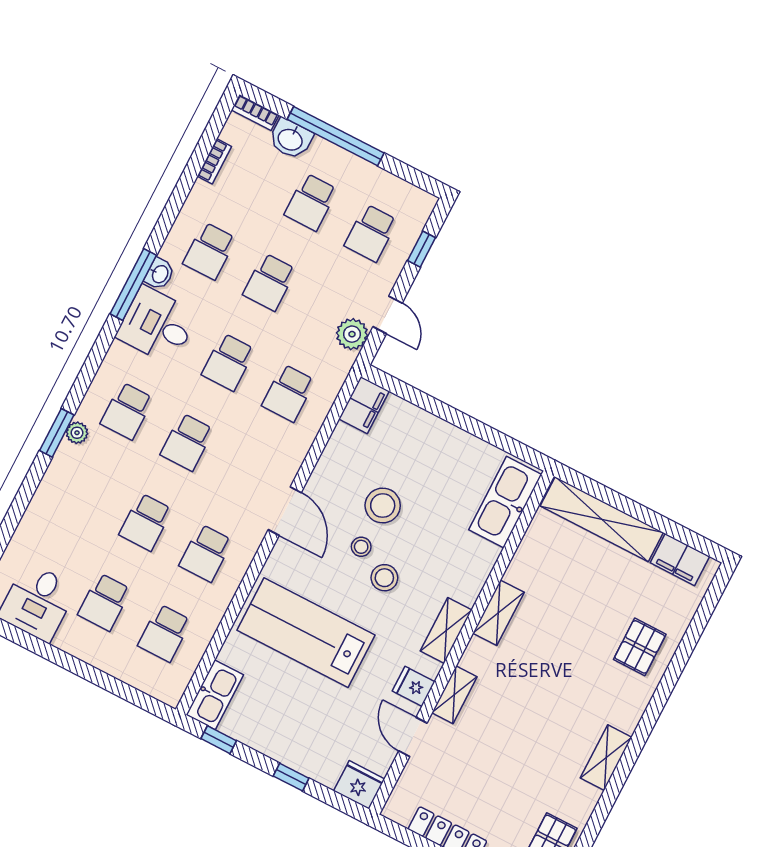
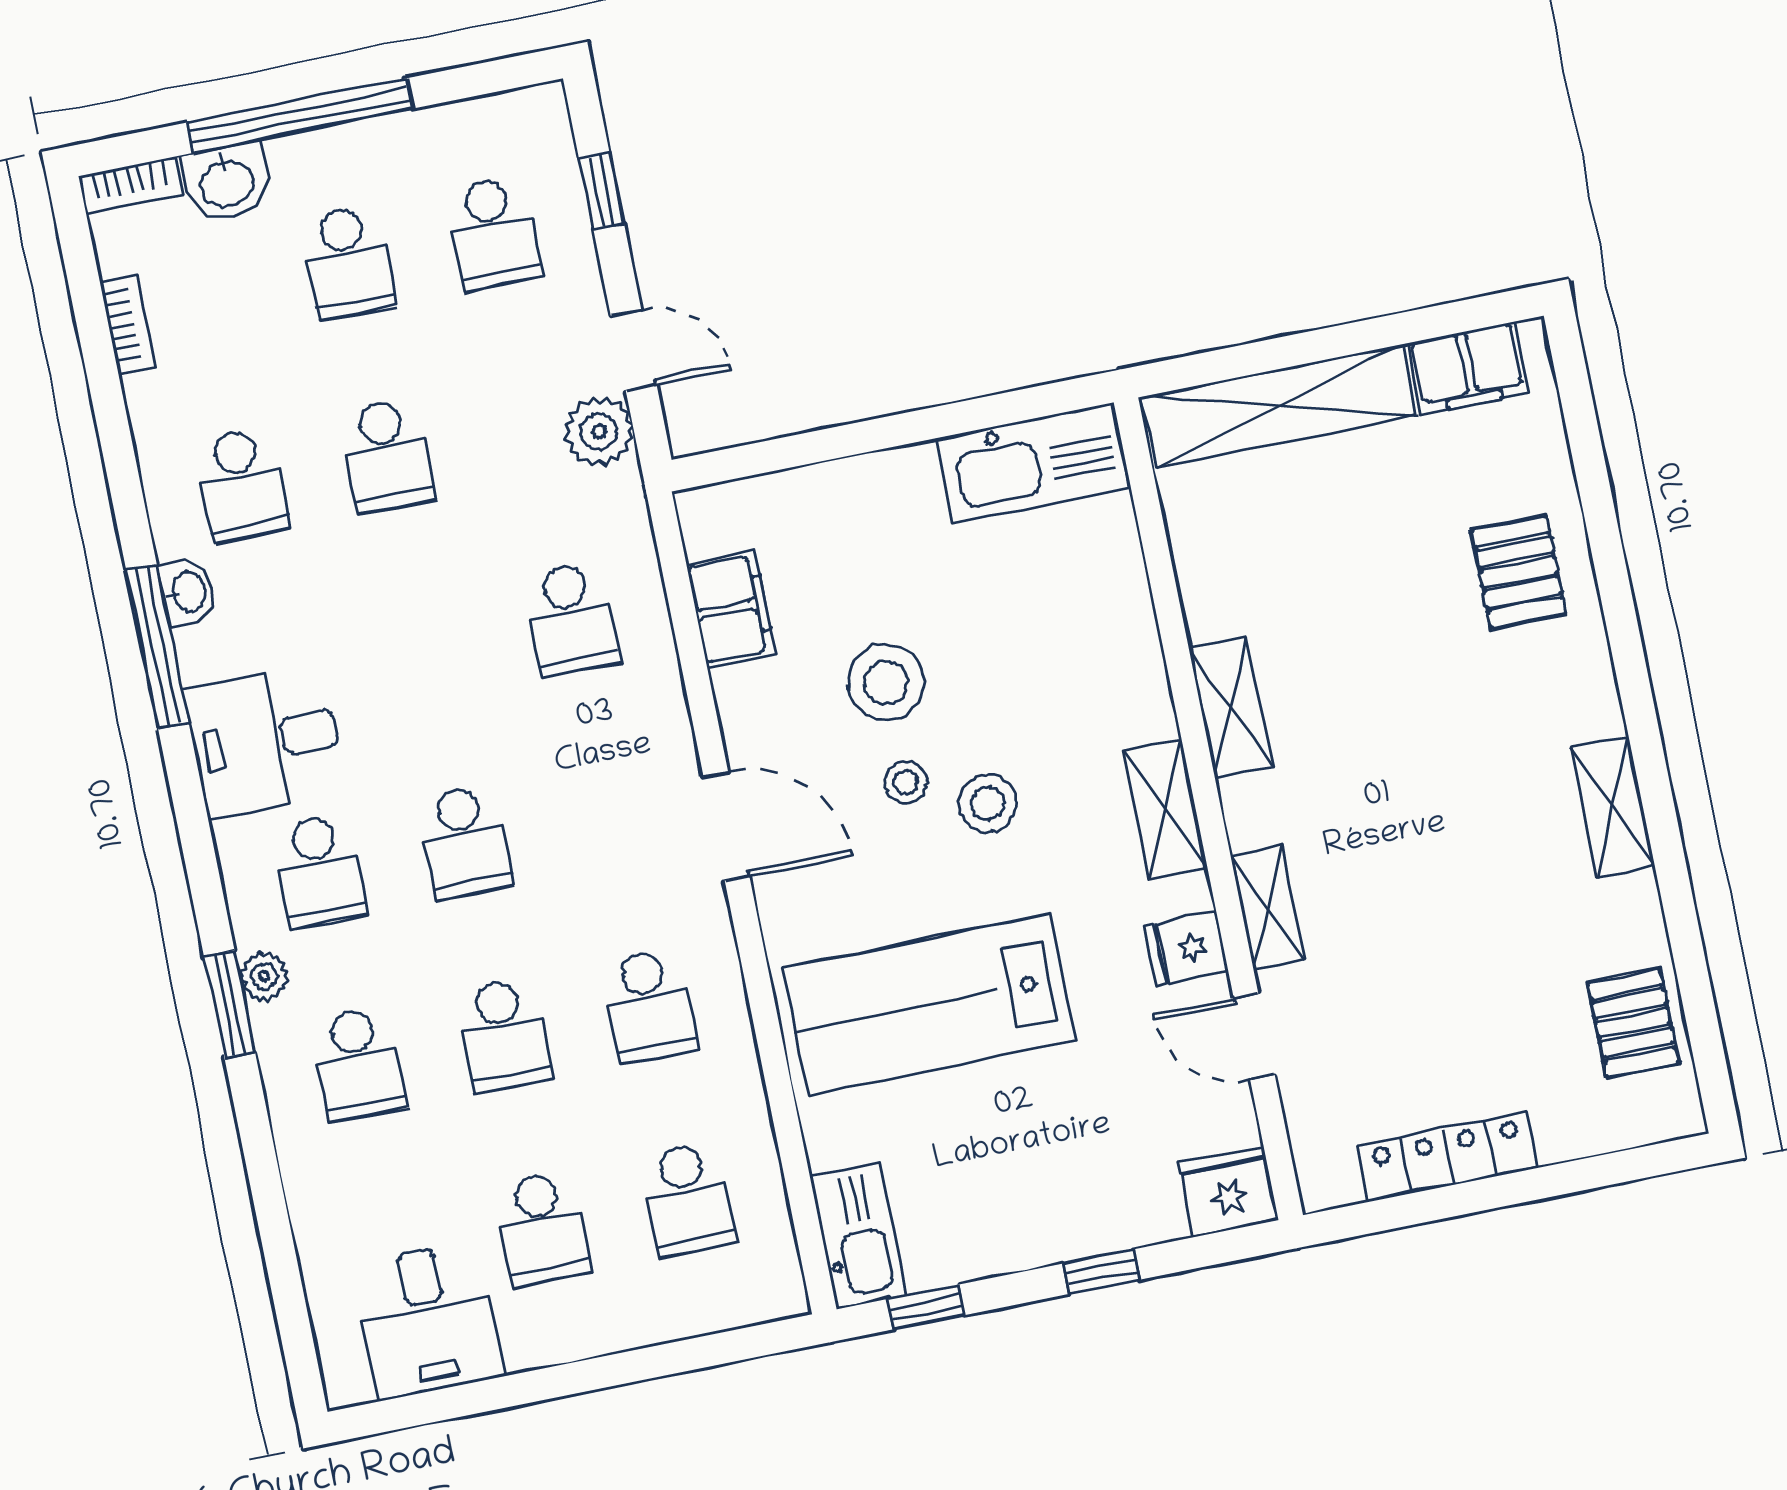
desk: (157, 325) -> (265, 741), moved
school desk: (228, 362) -> (359, 1064), moved
filing cabinet: (364, 405) -> (731, 609), moved
kitchen sink: (505, 502) -> (1033, 463), moved, turned -90

